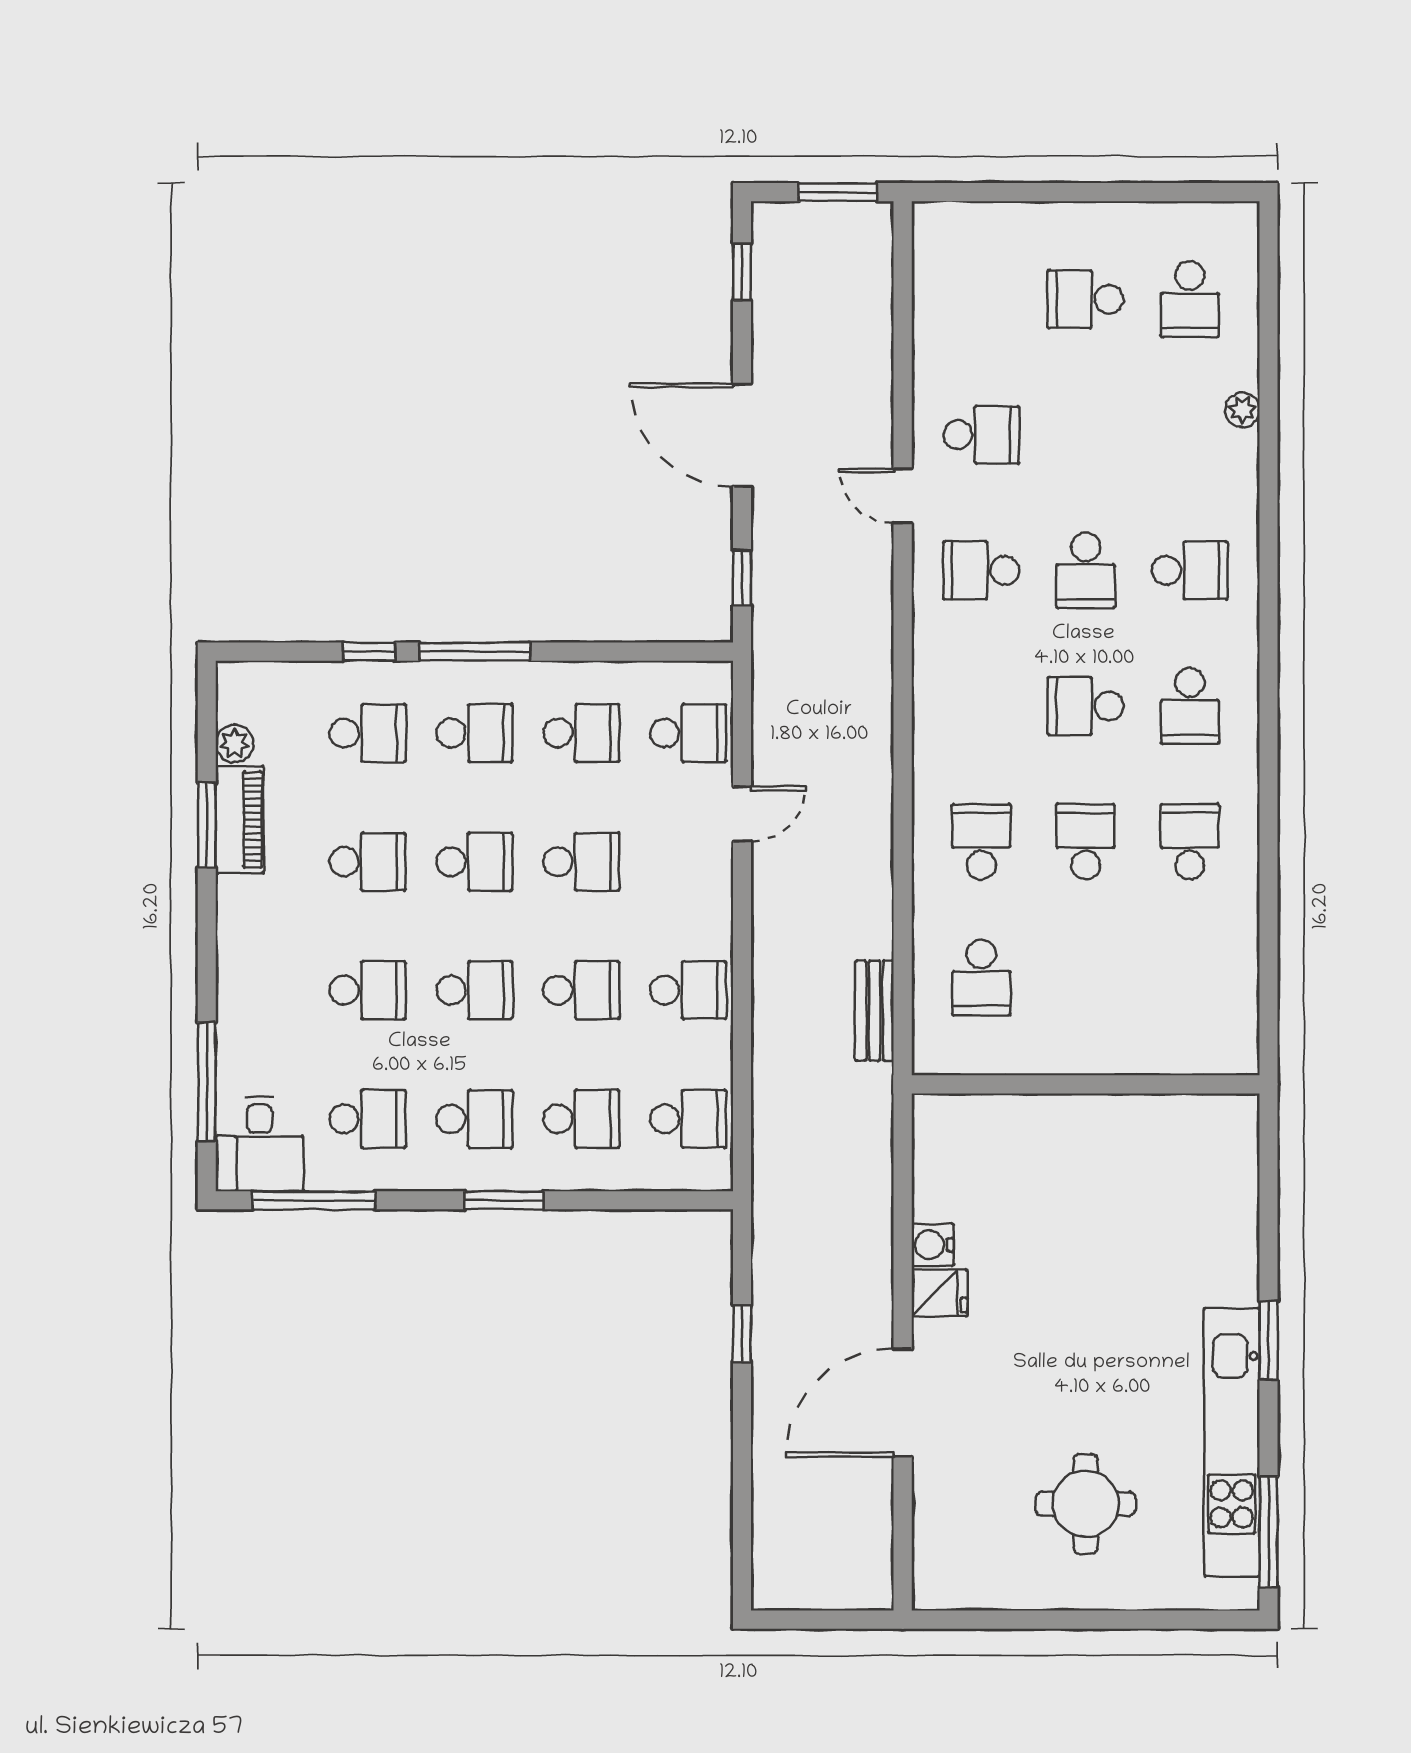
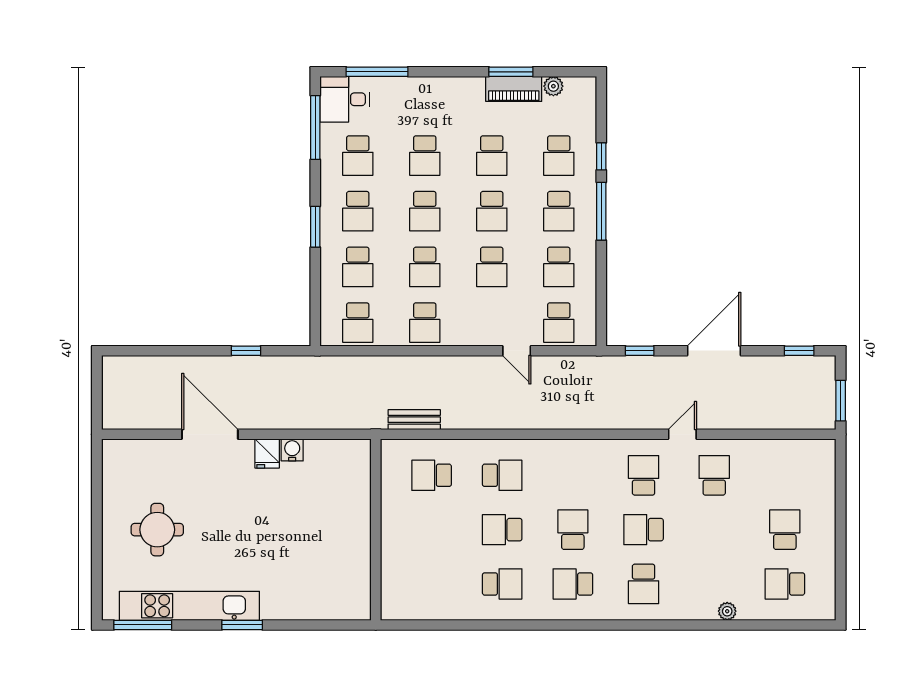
school desk: (981, 435) -> (714, 475), turned 180
school desk: (1086, 842) -> (502, 530), turned 180

